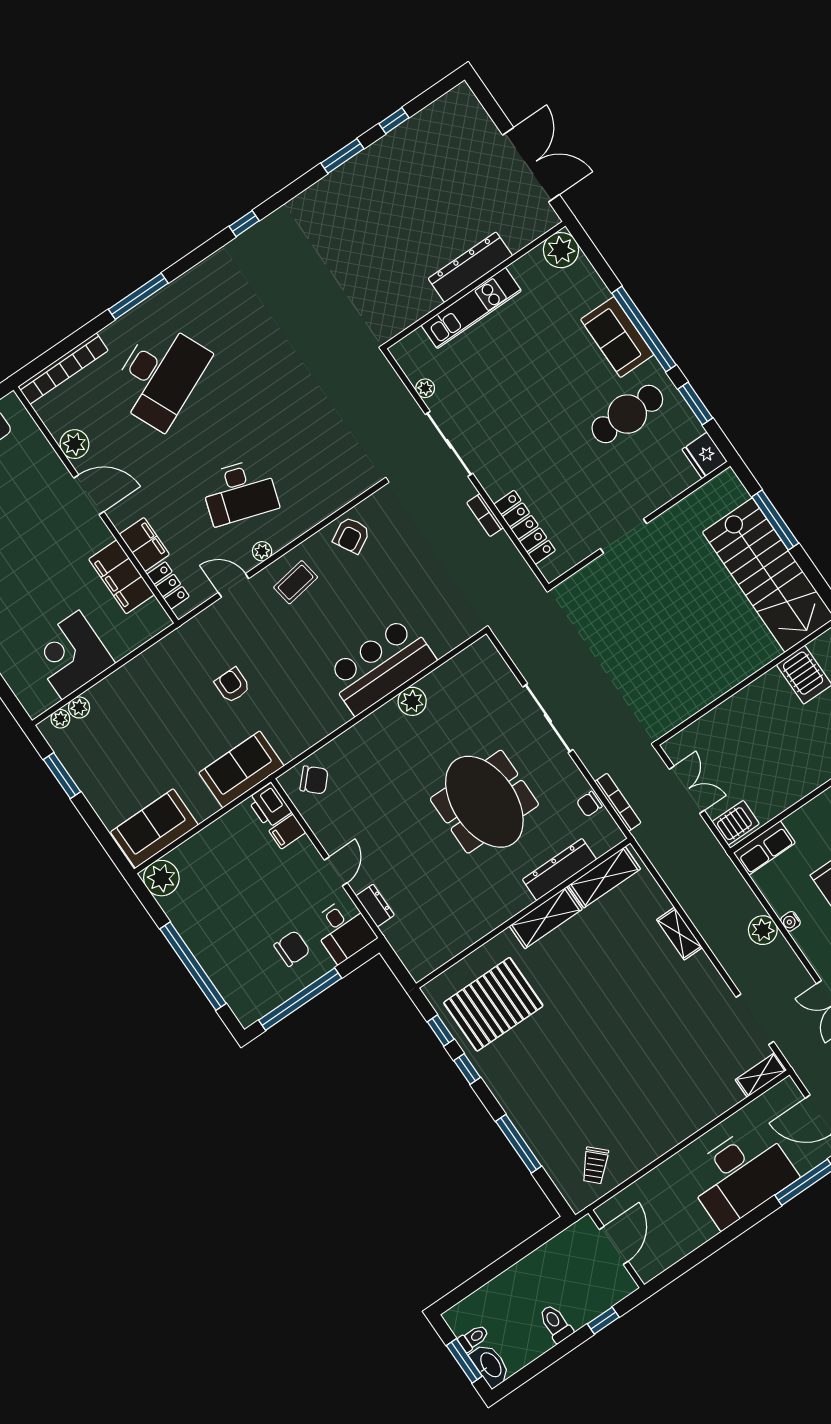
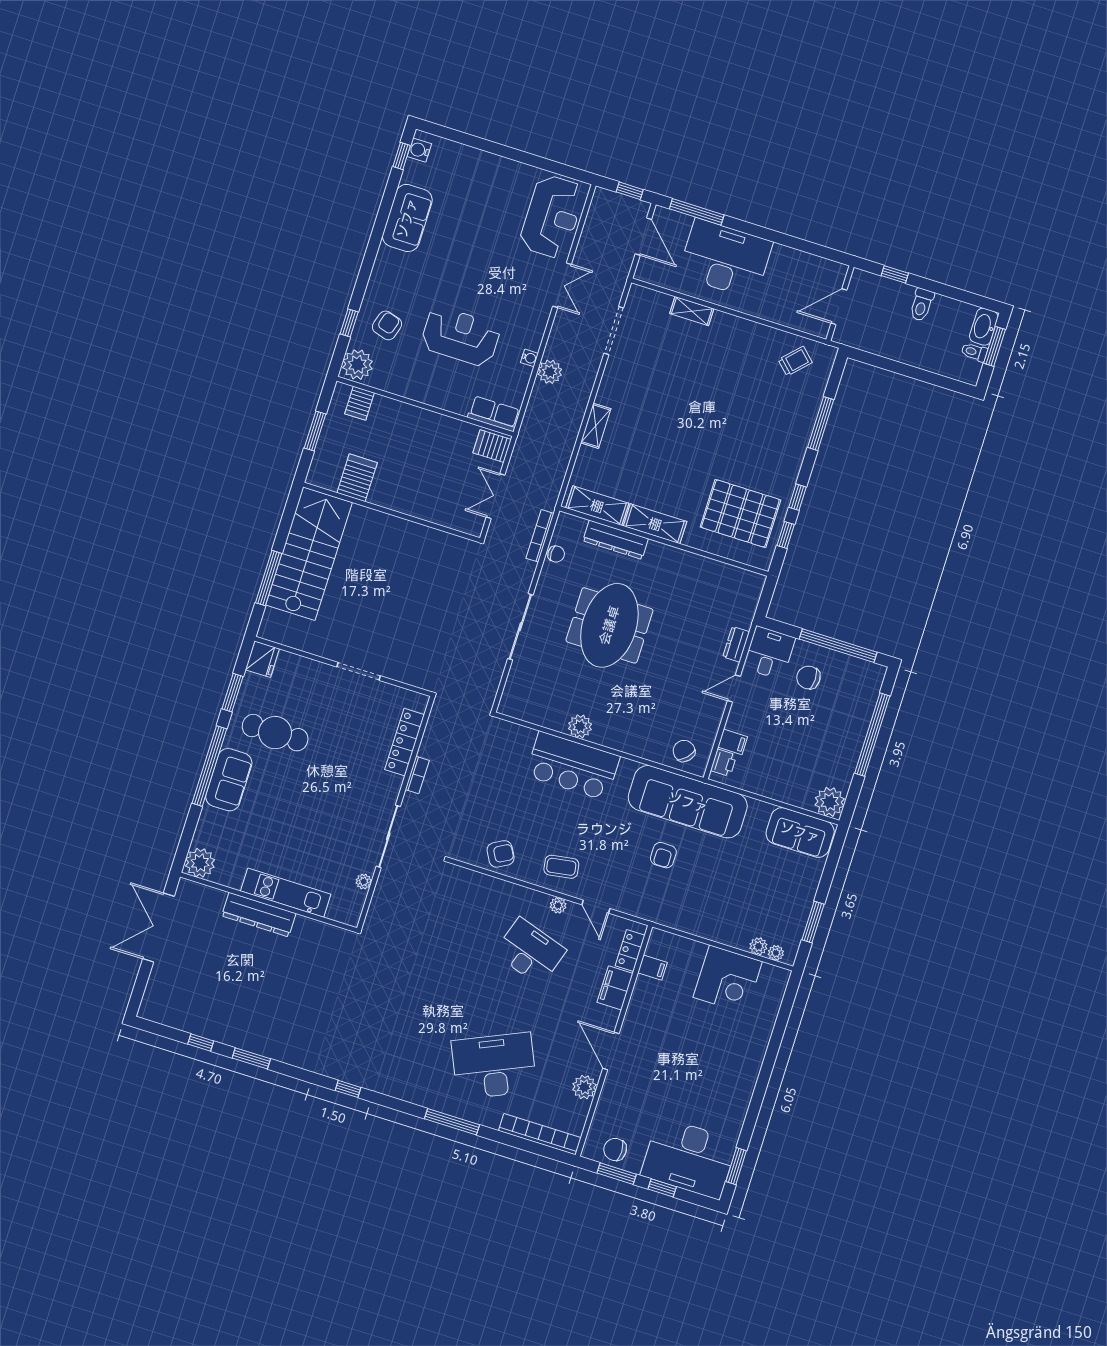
filing cabinet: (121, 577) -> (652, 968), width x0.33, depth x0.86
sofa: (241, 769) -> (688, 802), width x1.85, depth x1.27
printer: (269, 806) -> (724, 763), width x0.73, depth x0.81
shelving: (761, 1075) -> (692, 311), moved

